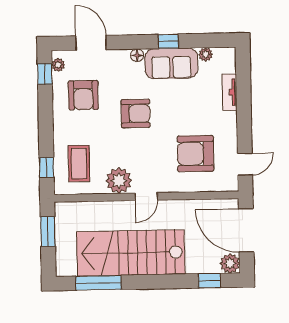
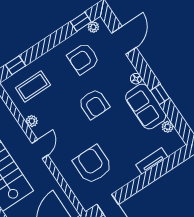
plant: (119, 181) -> (32, 121), width x0.53, depth x0.53
door: (146, 197) -> (40, 149), swing flipped

